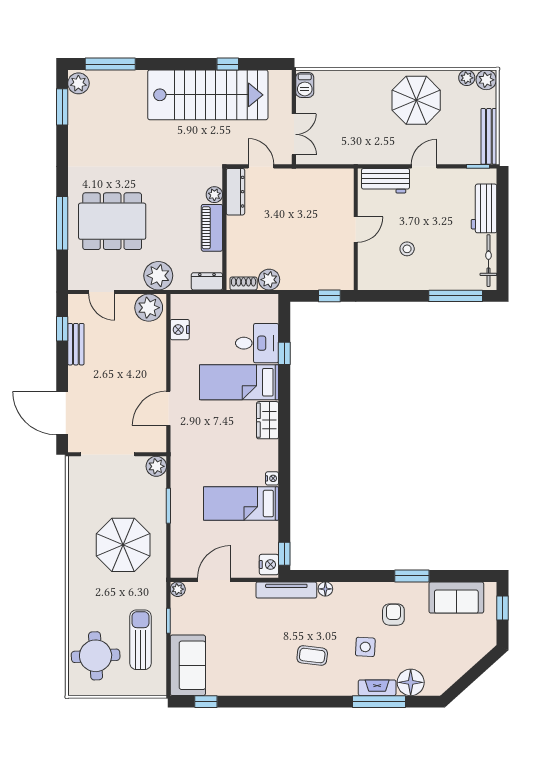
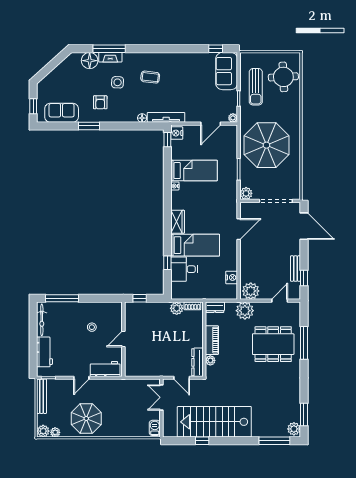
door: (102, 292) -> (280, 301), hinge flipped
parasol: (123, 545) -> (266, 145), width x1.36, depth x1.36

